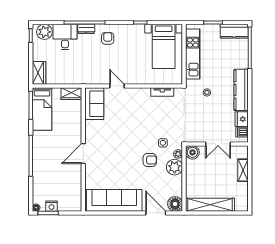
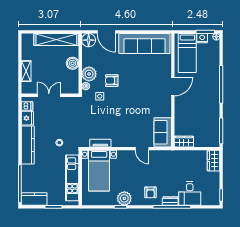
plant: (44, 32) -> (124, 198), moved
bed with nightstands: (164, 46) -> (99, 171), moved, turned 180
bed: (42, 109) -> (187, 53), moved, turned 180
boiler: (192, 152) -> (73, 63), moved

